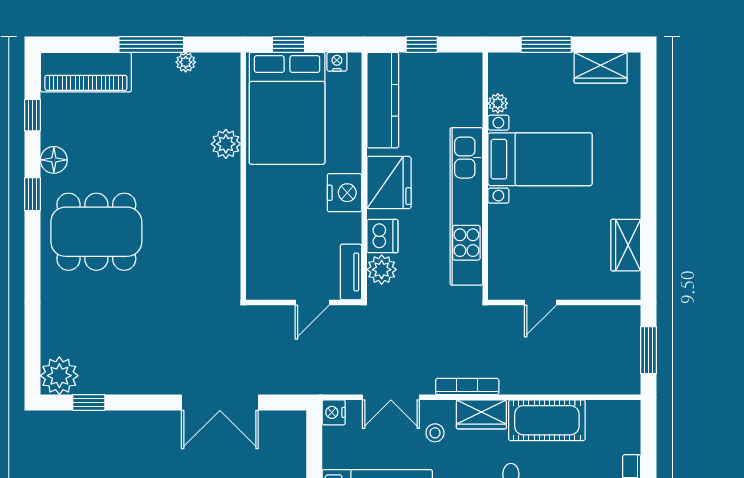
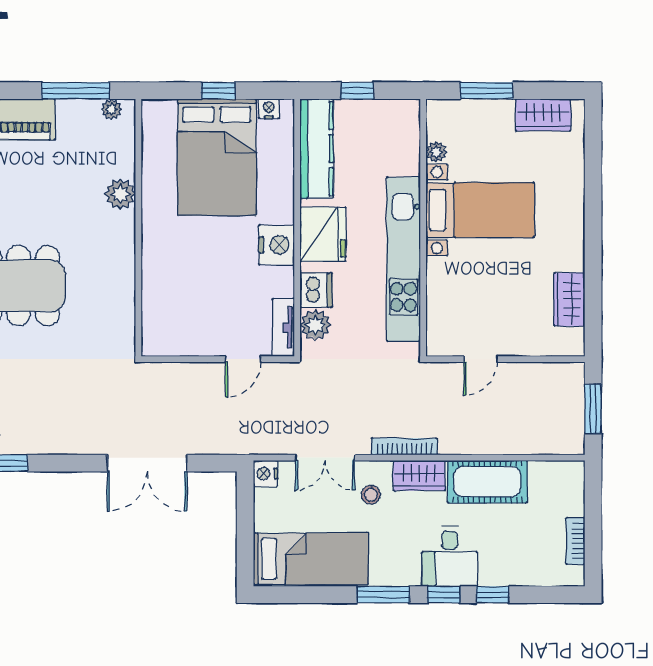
plant: (226, 144) -> (120, 194), moved
wall: (243, 176) -> (138, 228), moved

